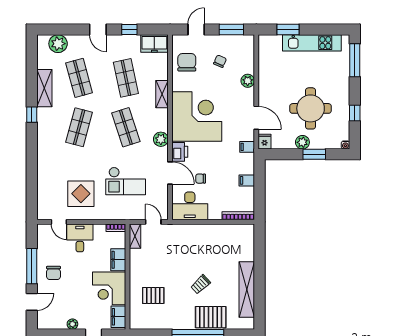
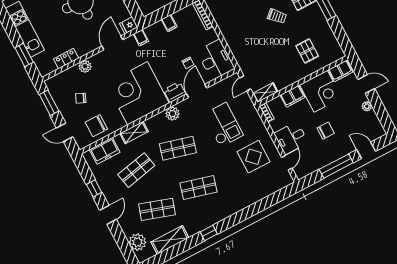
freezer: (154, 43) -> (105, 151), moved, turned 90
locker: (264, 67) -> (66, 59), added
shop shelf: (79, 78) -> (157, 209), turned 33
shelving: (44, 88) -> (170, 240), moved
shop shelf: (126, 127) -> (178, 148), turned 33
chair: (54, 273) -> (326, 131), moved

